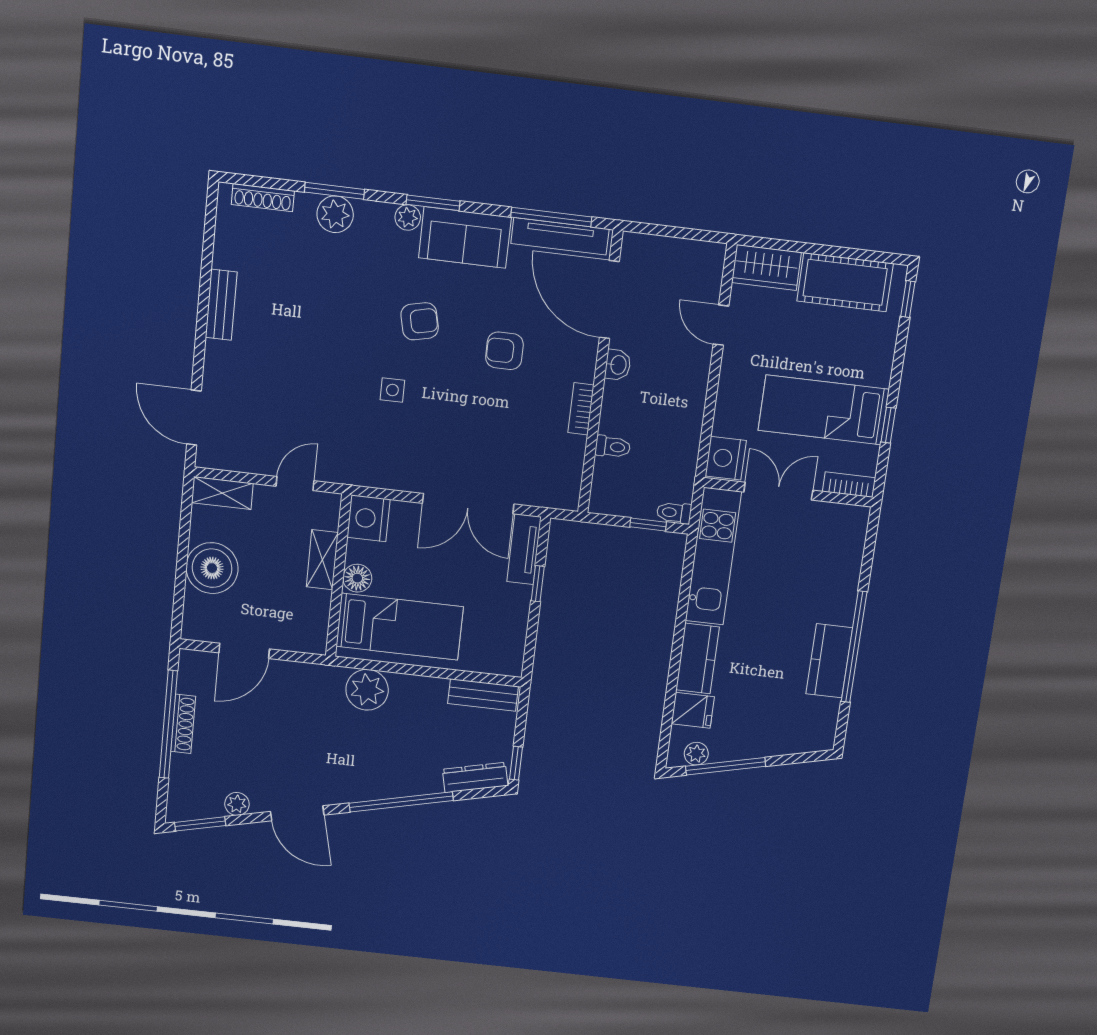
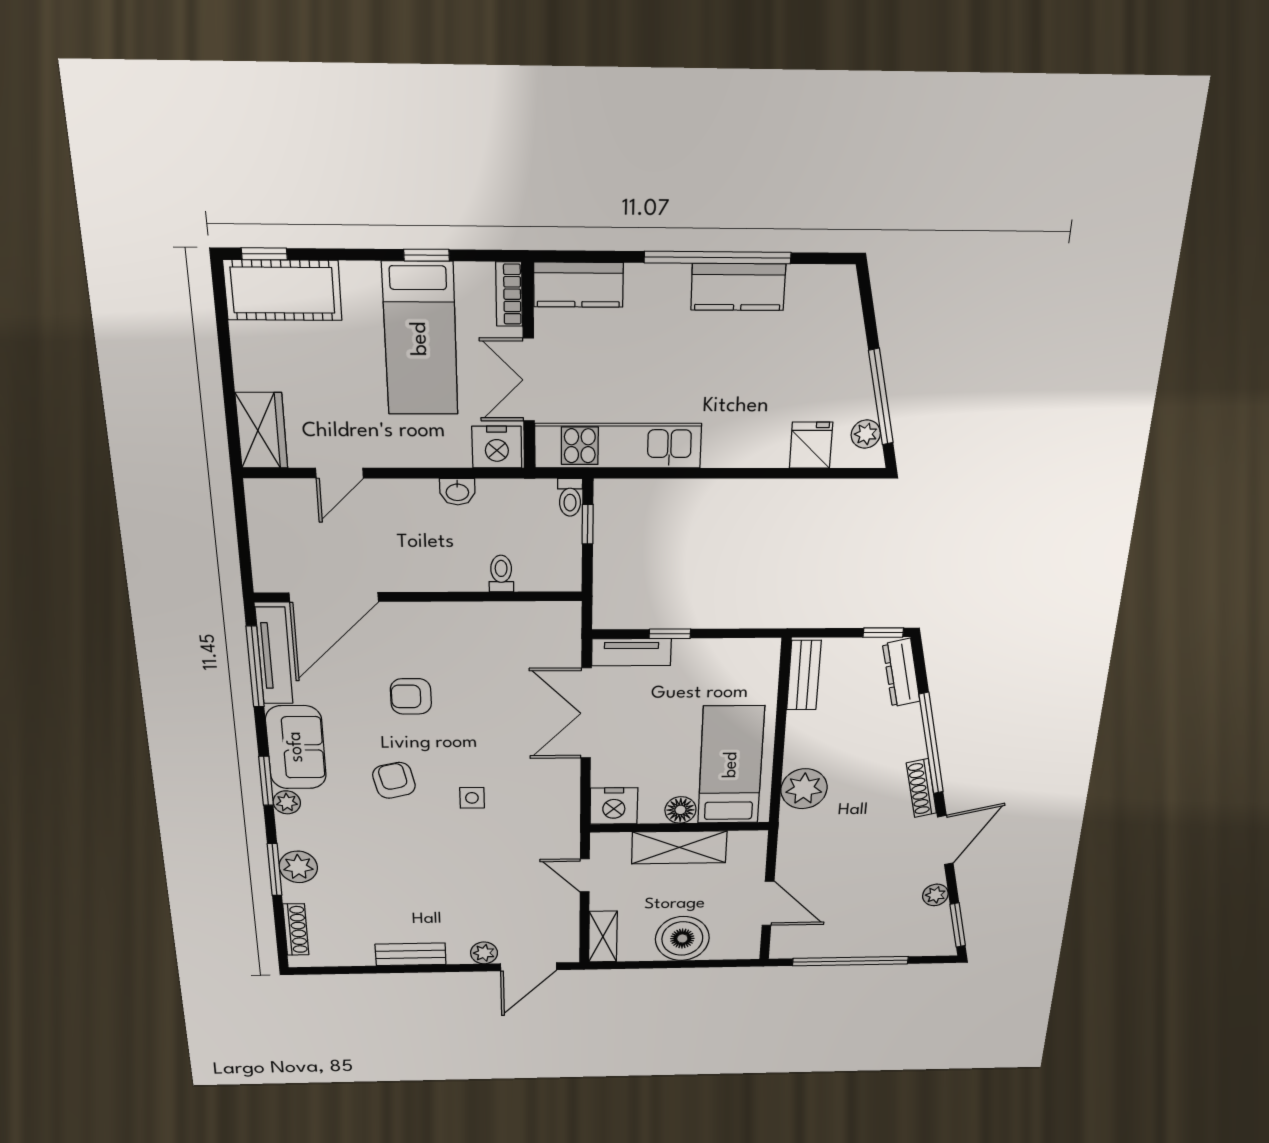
cot: (845, 282) -> (283, 290), moved, turned 90
armchair: (504, 351) -> (411, 696), turned 90
washbasin: (618, 365) -> (457, 492), moved, turned 180
plant: (215, 377) -> (484, 953), added
bookcase: (581, 409) -> (463, 612), removed
double door: (468, 504) -> (586, 713), swing flipped
shelving: (322, 560) -> (679, 847), width x1.50, depth x1.33
kitchen counter: (697, 658) -> (578, 285), moved, turned 180
shoe rack: (183, 724) -> (921, 788), moved, turned -103

